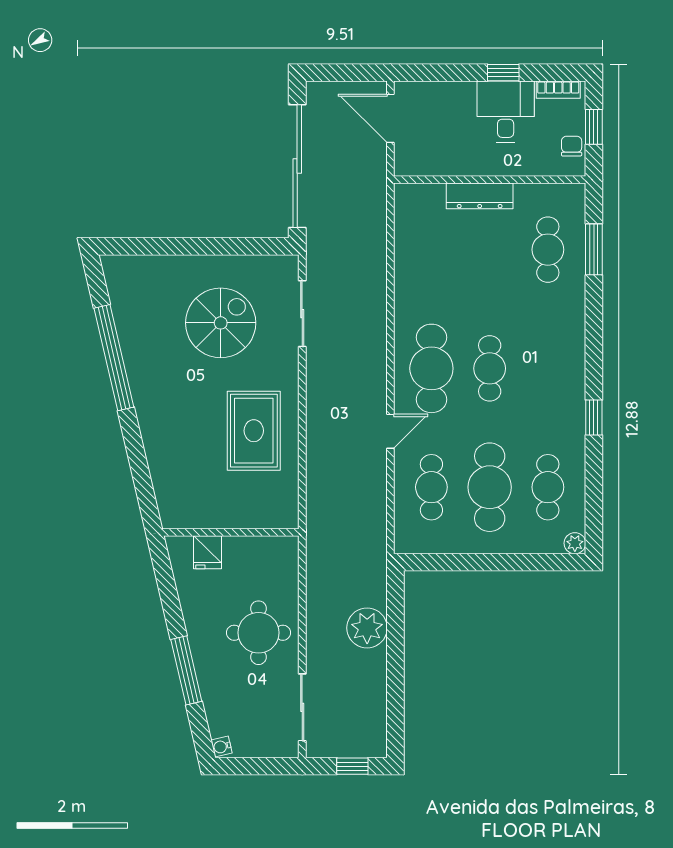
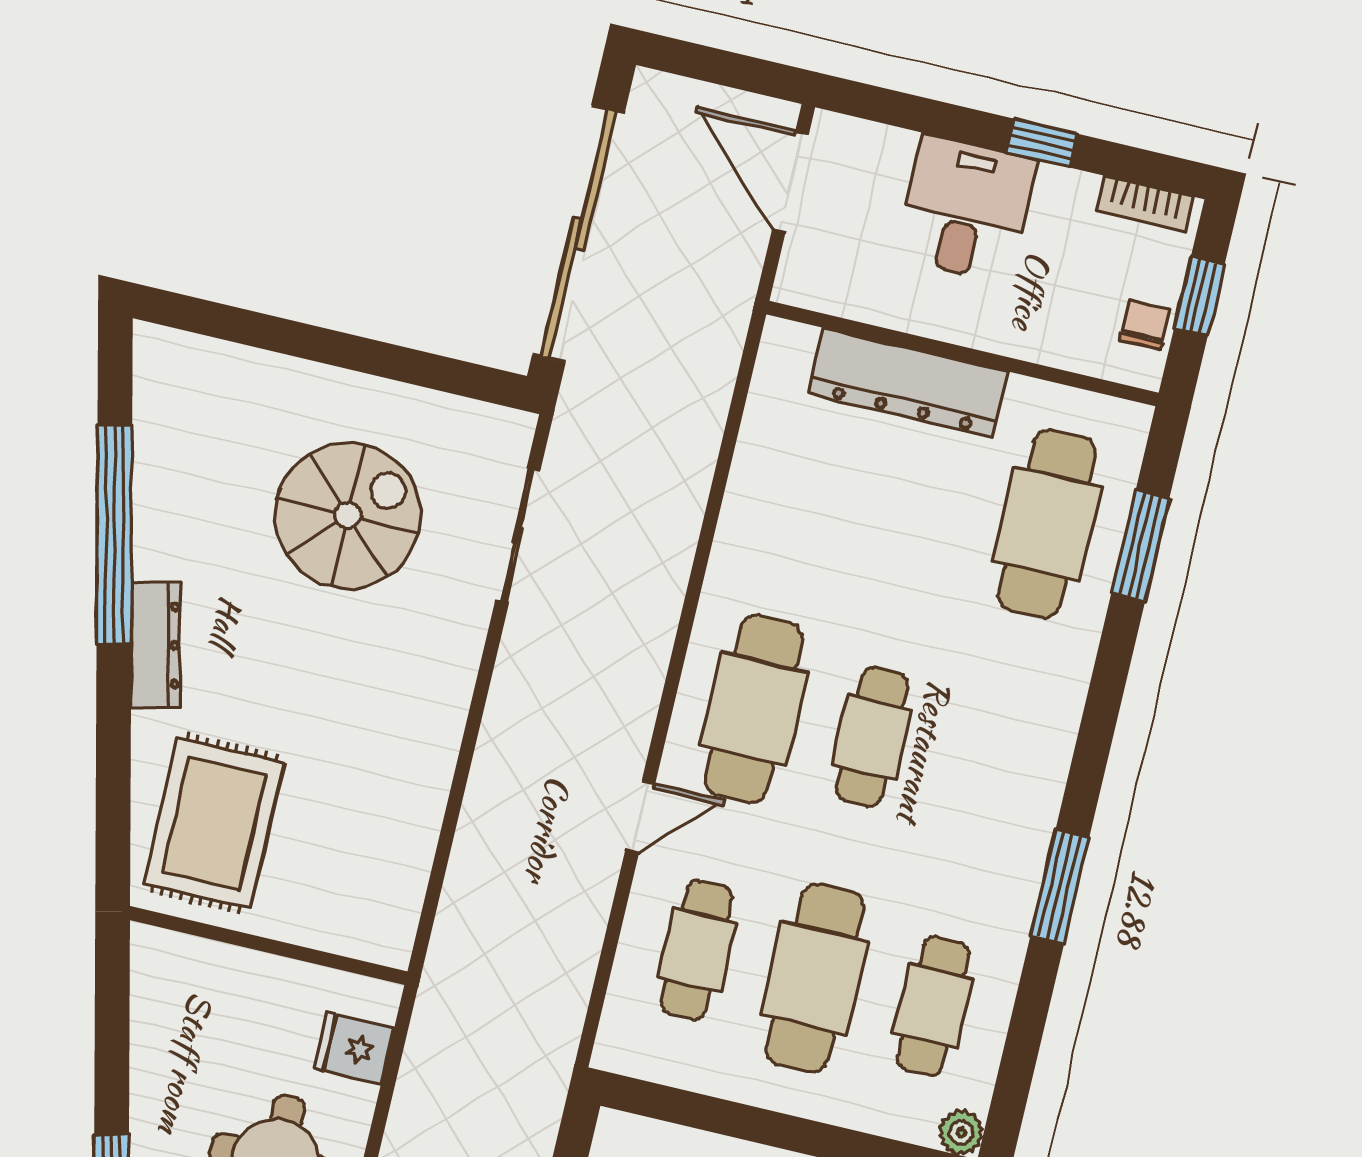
desk: (506, 112) -> (966, 209), moved
dresser: (480, 196) -> (908, 383), width x1.37, depth x1.24
cafe table: (548, 250) -> (1047, 524), width x1.37, depth x1.35
dresser: (145, 405) -> (156, 645), added
window: (594, 417) -> (1060, 886), width x1.50
rug: (254, 431) -> (214, 823), moved
fridge: (208, 552) -> (354, 1048), moved, turned 90

